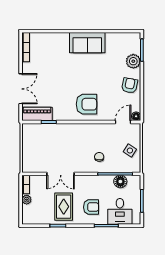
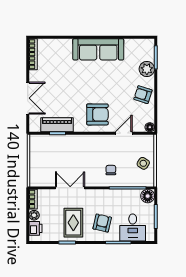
sofa: (87, 43) -> (98, 49), width x1.36
armchair: (130, 85) -> (143, 95), turned -83
piano: (37, 114) -> (57, 125), moved
door: (123, 122) -> (124, 133), moved
double door: (61, 174) -> (70, 188), swing flipped
floor lamp: (120, 181) -> (148, 196), moved
armchair: (91, 207) -> (102, 223), turned -77
printer: (28, 212) -> (36, 228), added

